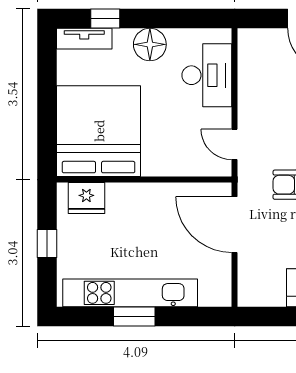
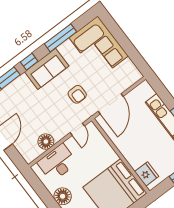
floor lamp: (252, 82) -> (46, 142), added

